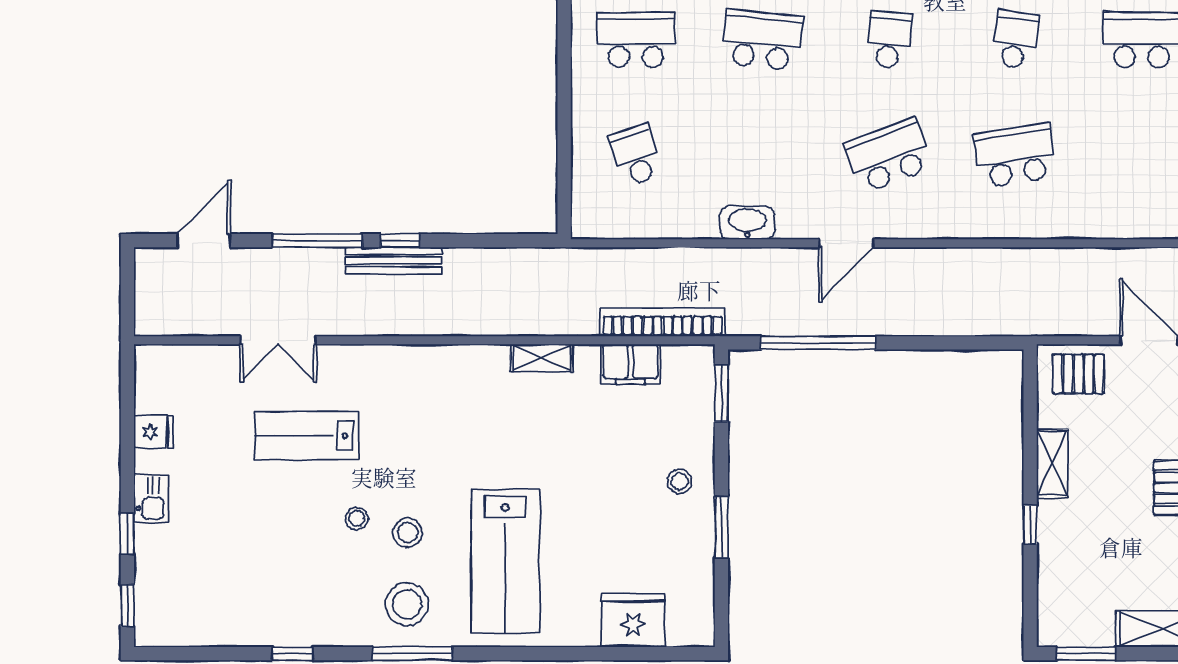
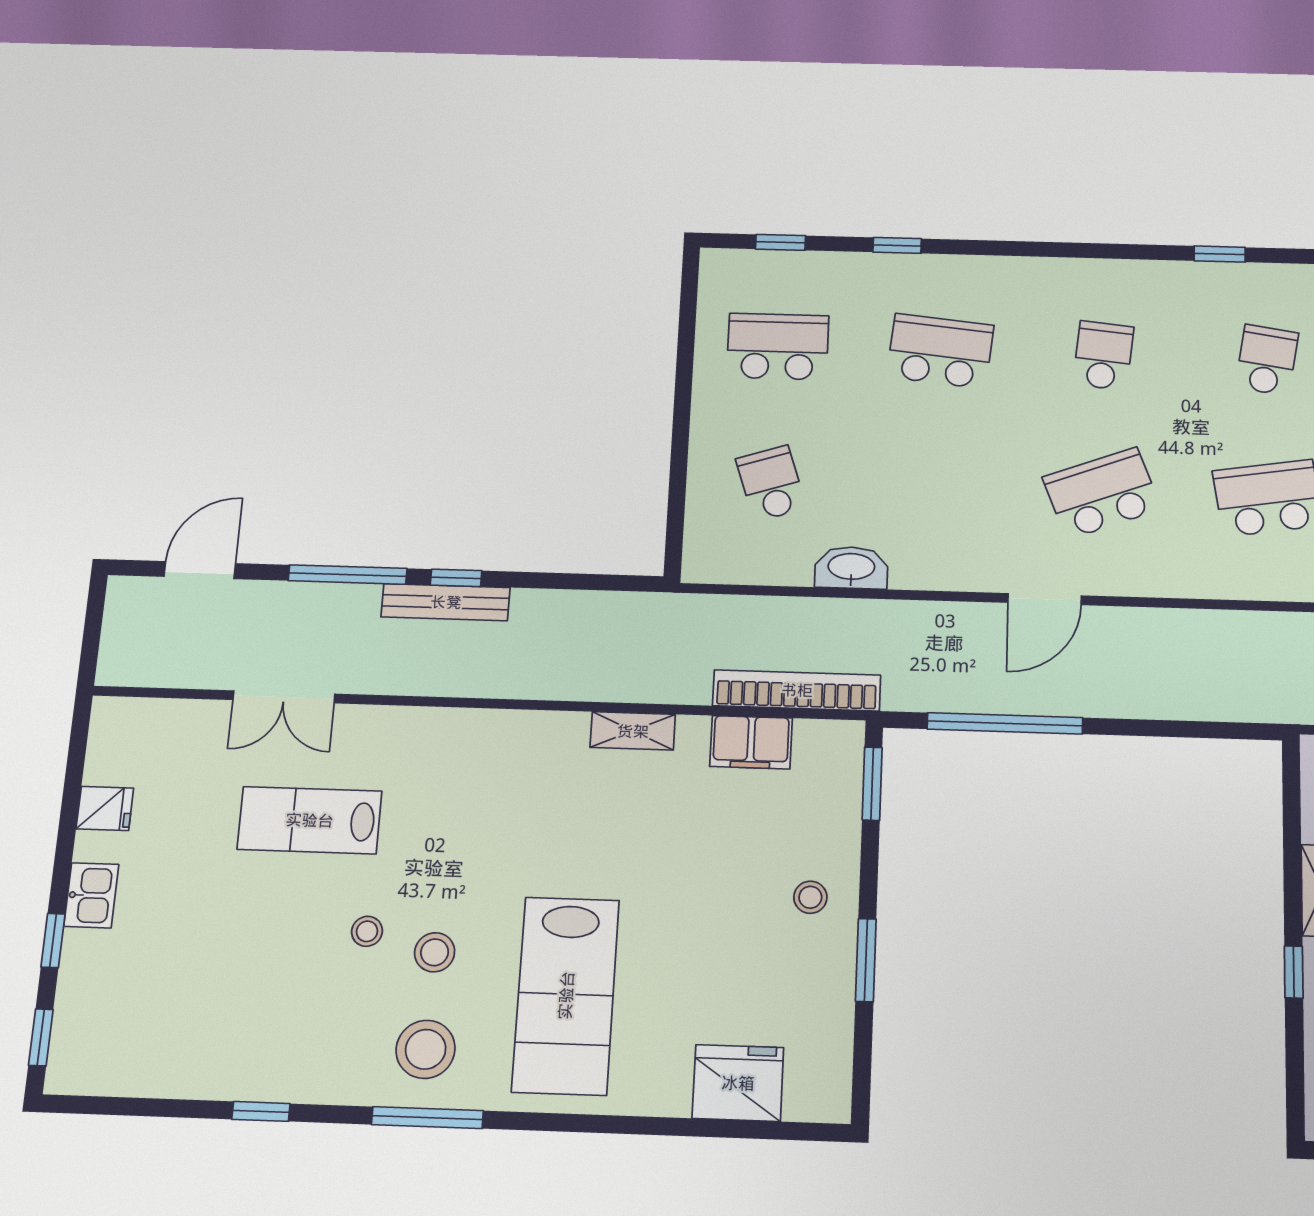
washbasin: (747, 223) -> (851, 568), moved

